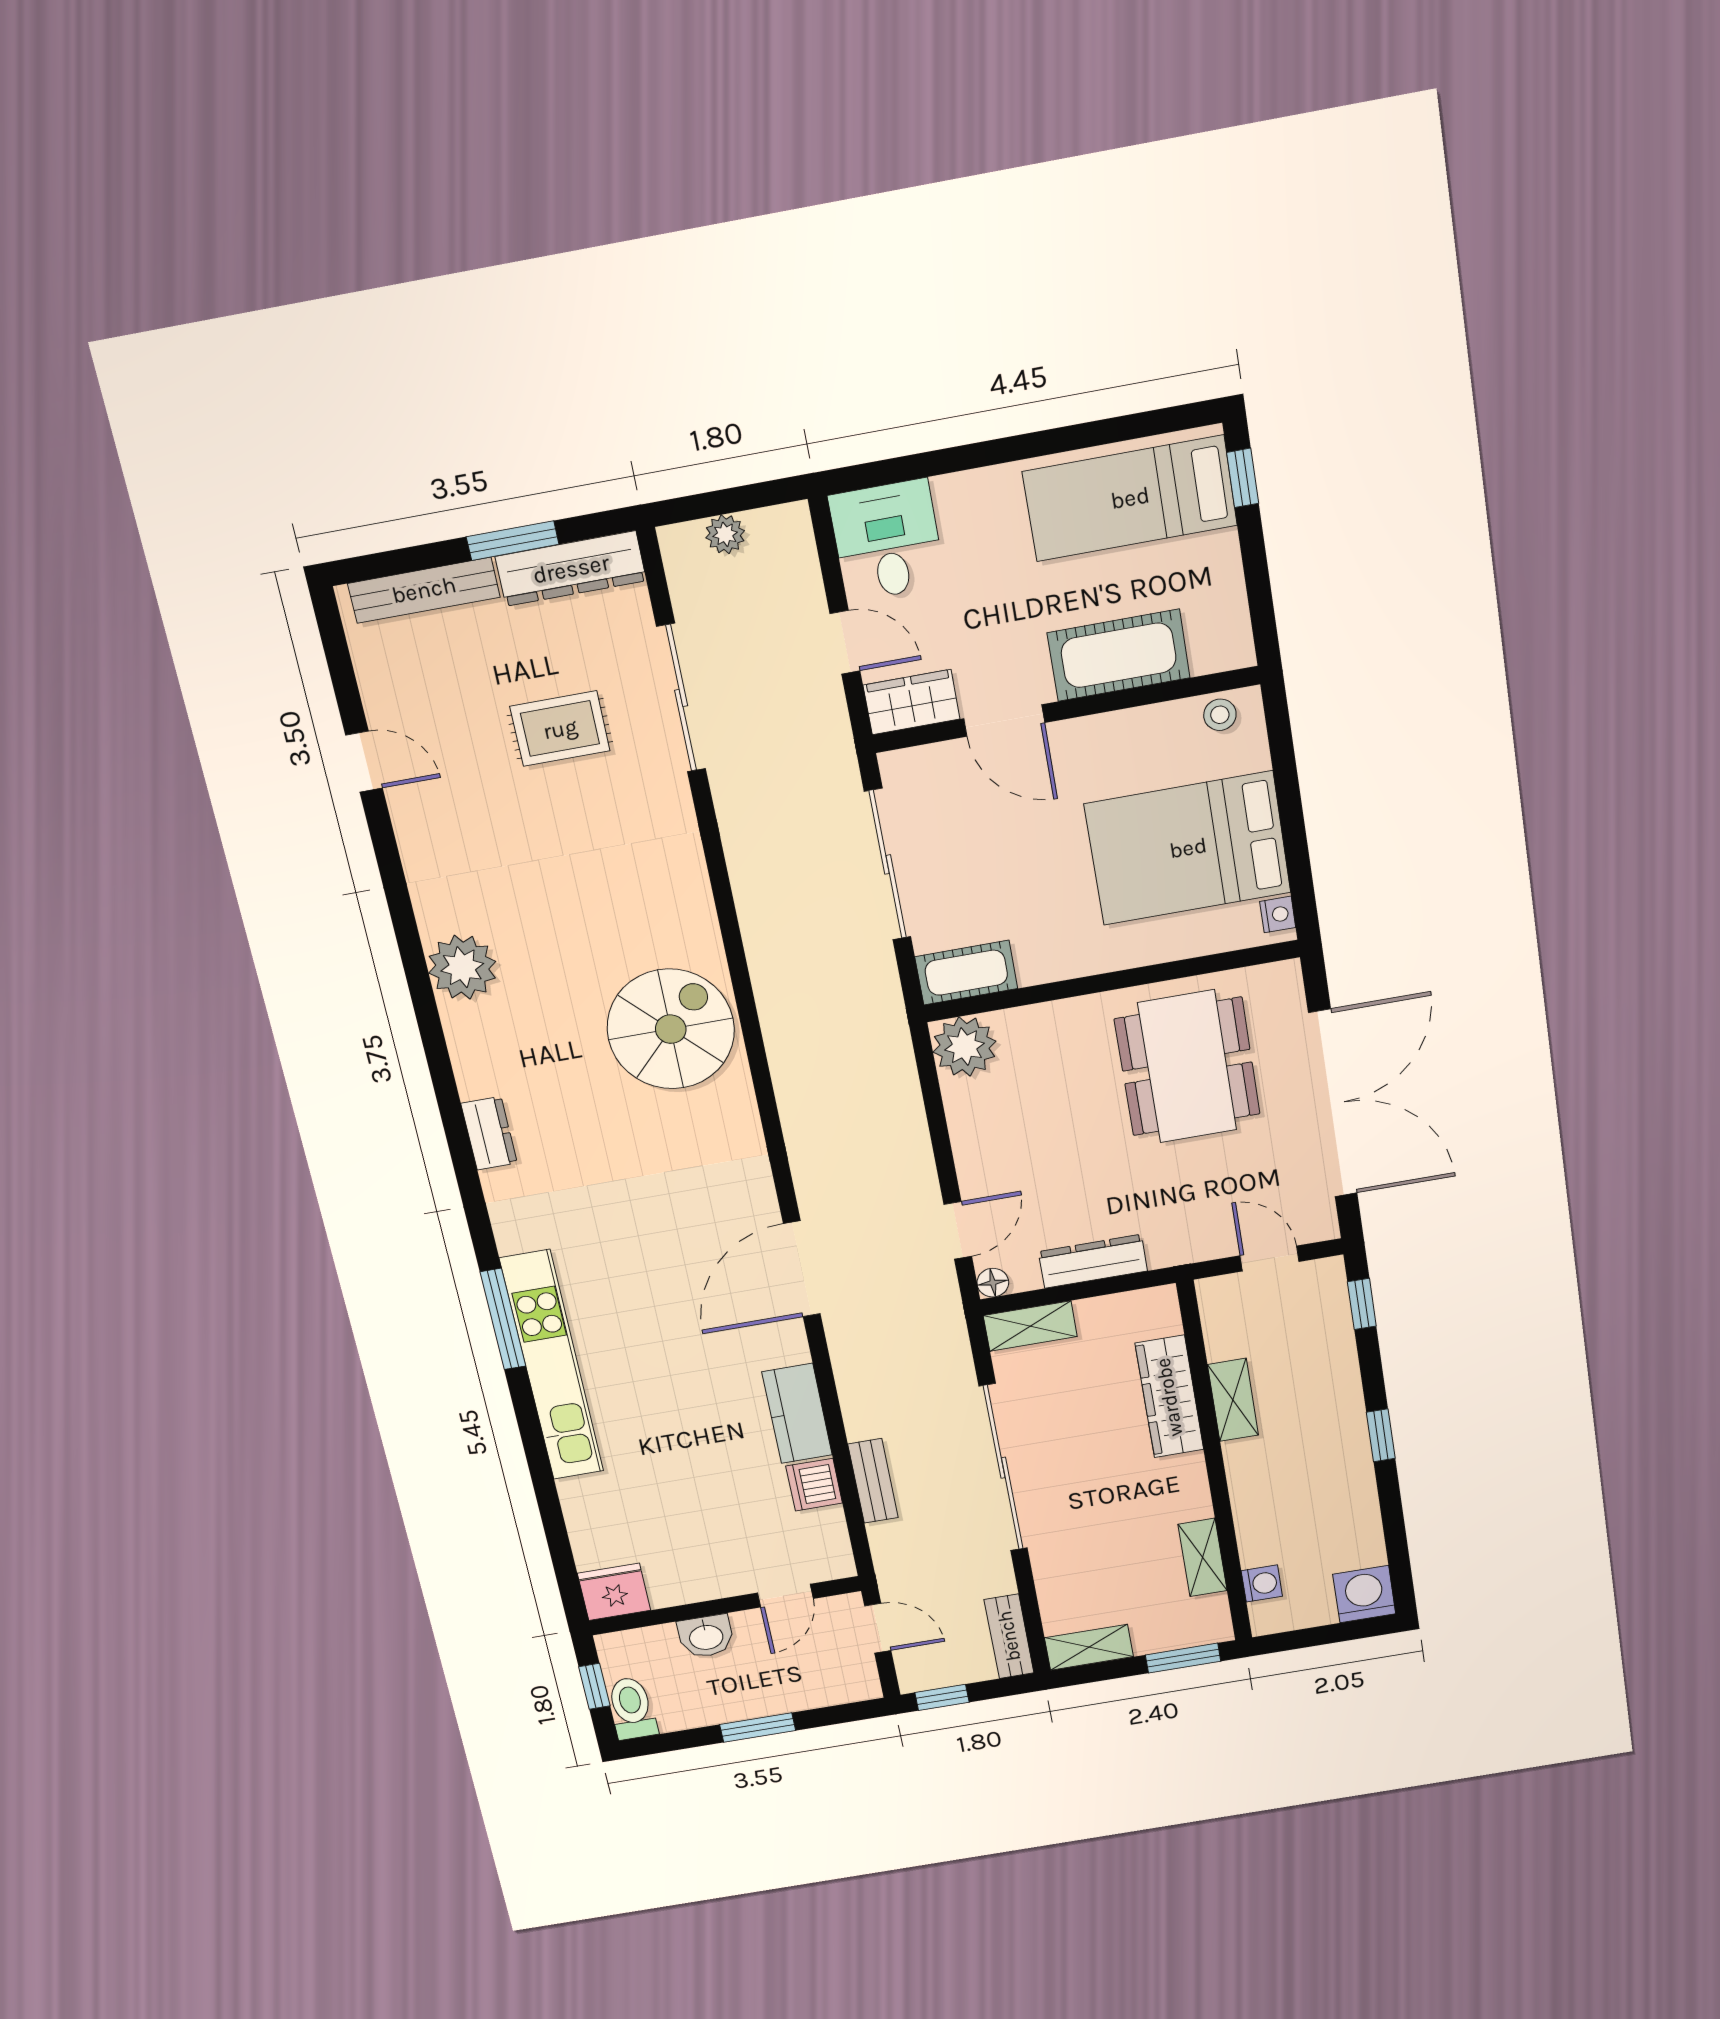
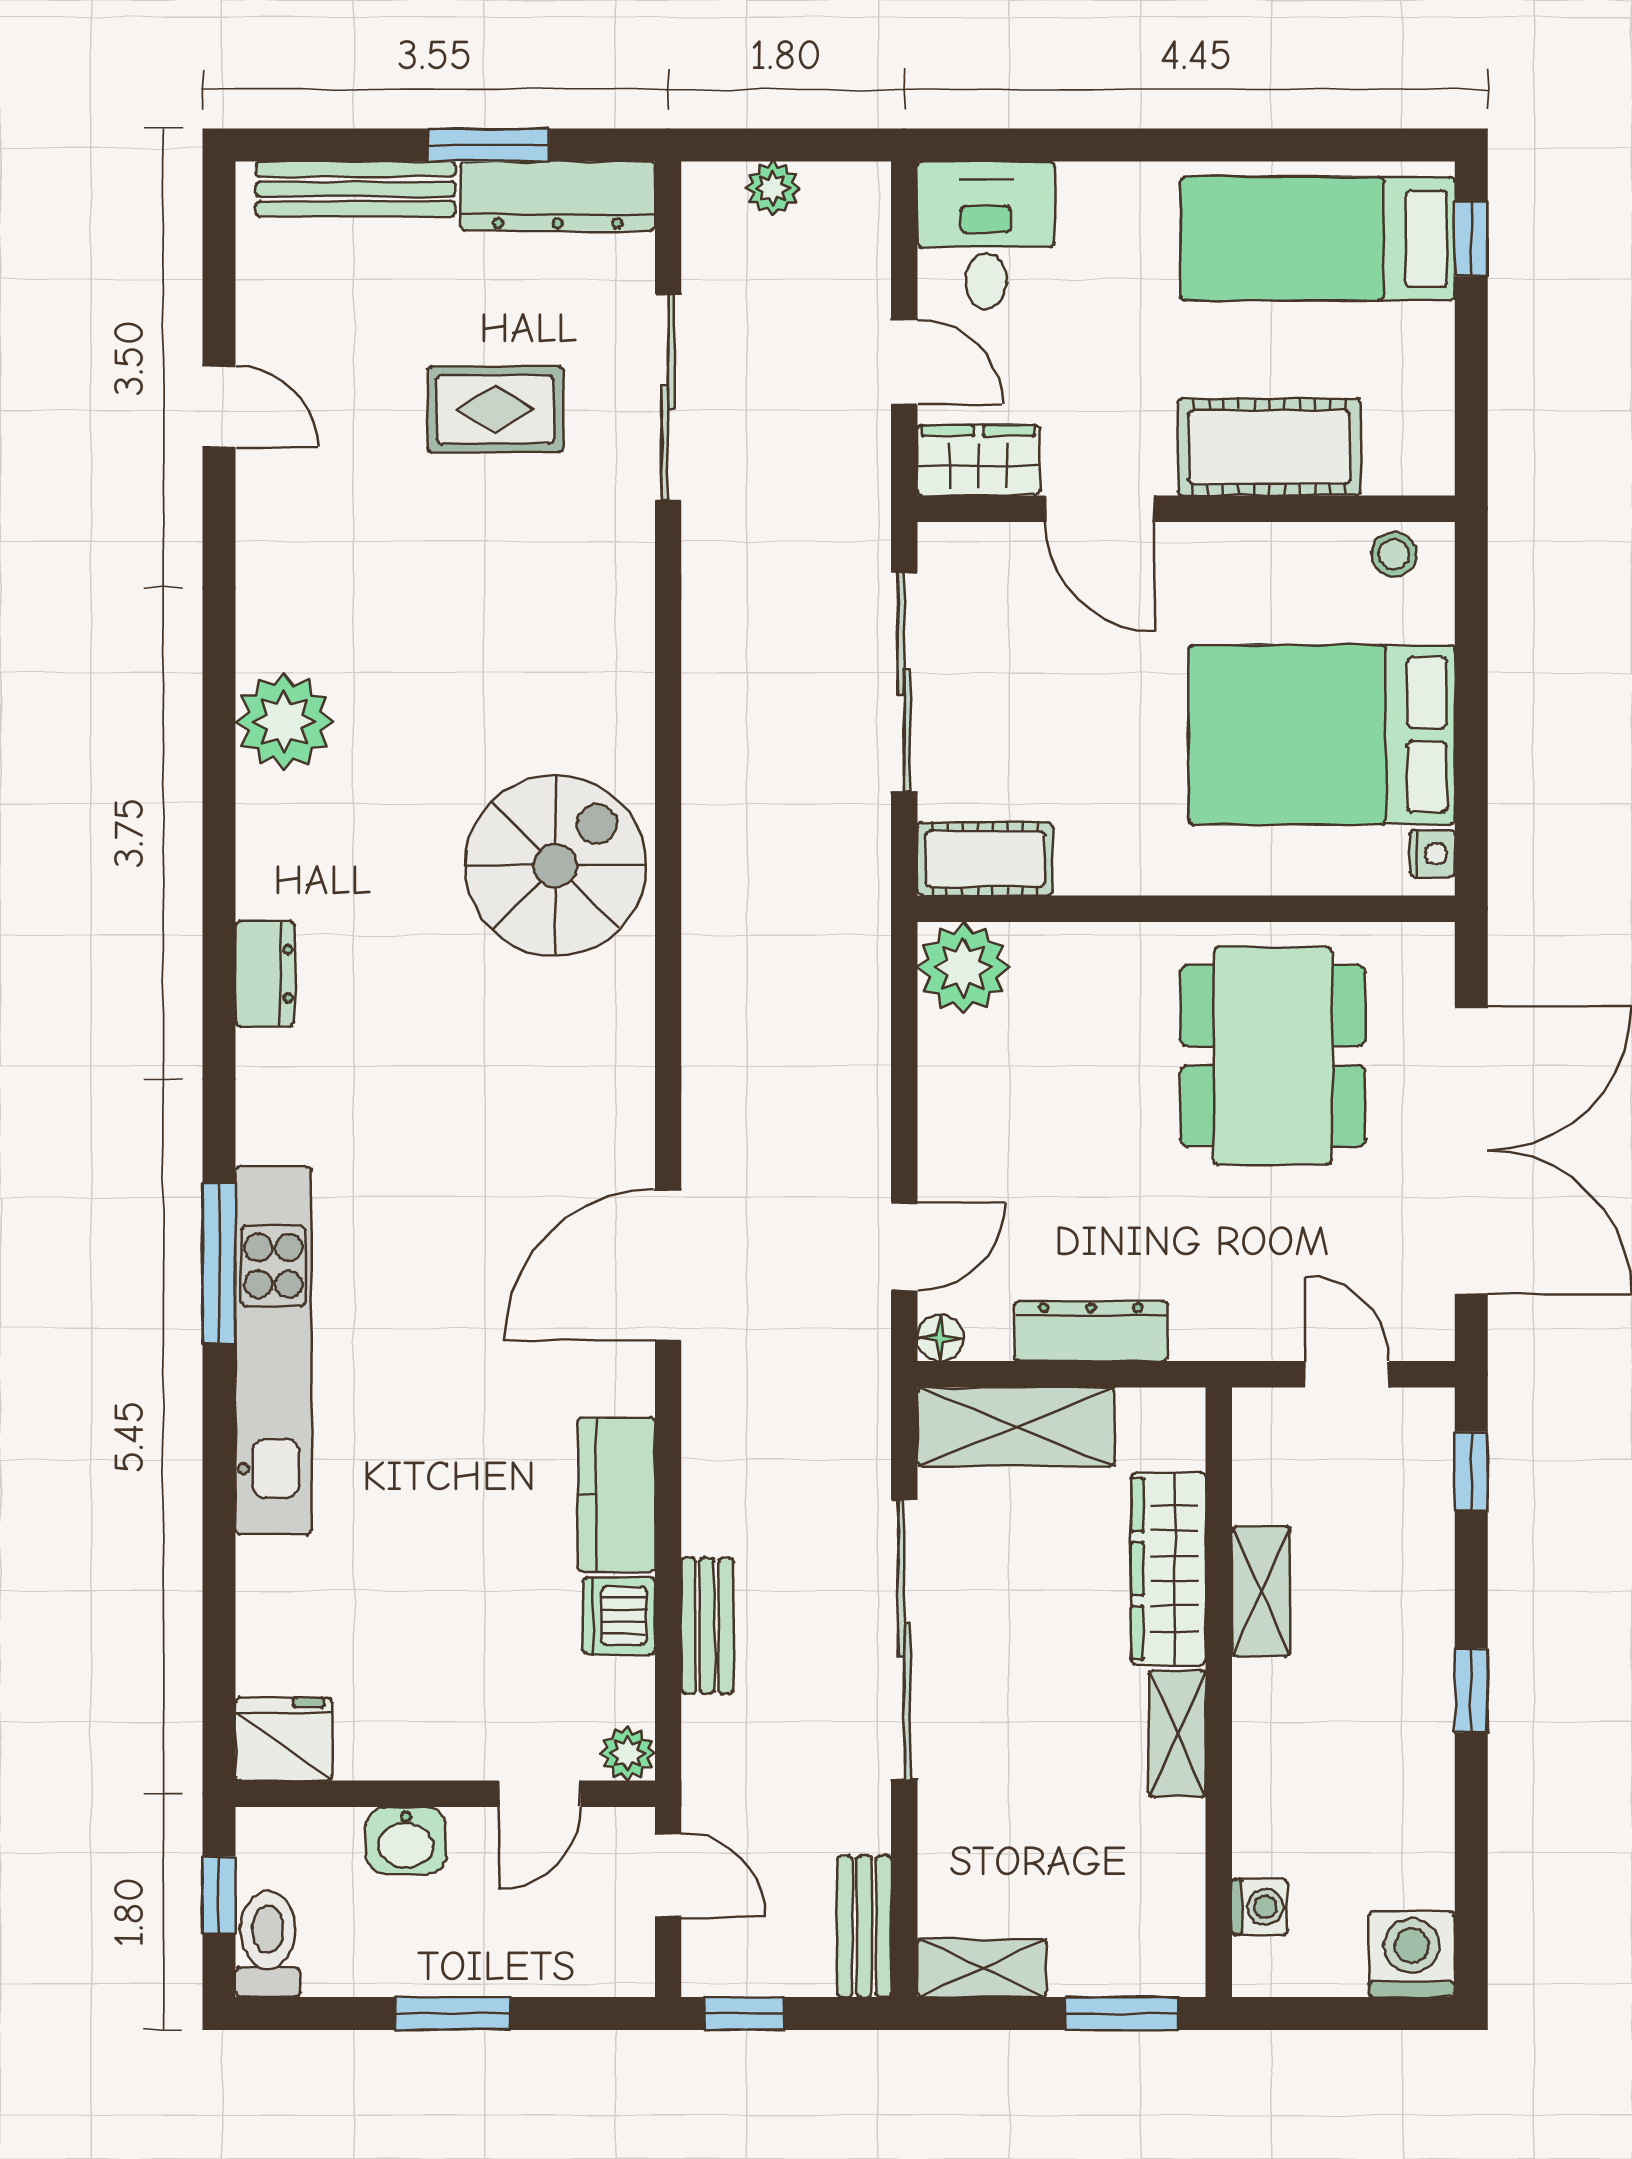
shelving: (1030, 1326) -> (1016, 1427), width x1.50, depth x1.33
shelving: (1203, 1557) -> (1177, 1734), moved
plant: (837, 1563) -> (628, 1753), added

